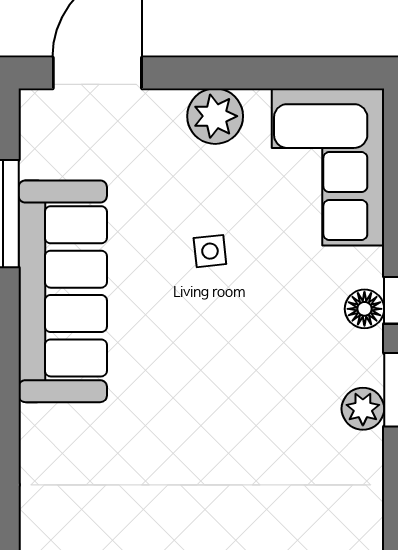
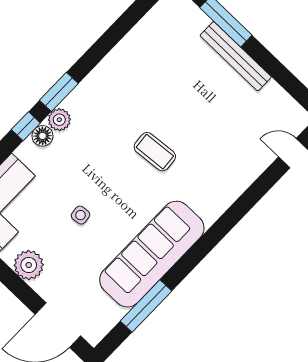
plant: (363, 409) -> (59, 120), moved
coffee table: (192, 434) -> (155, 152), added

